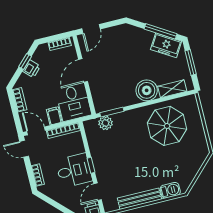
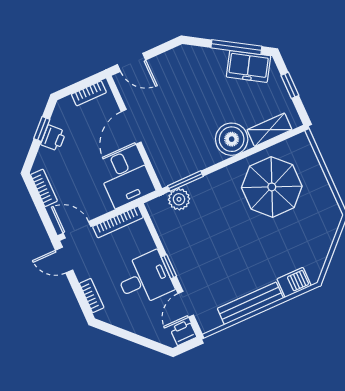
door: (91, 29) -> (132, 62), hinge flipped
window: (191, 62) -> (290, 85), width x0.67
filing cabinet: (54, 116) -> (100, 202), removed

